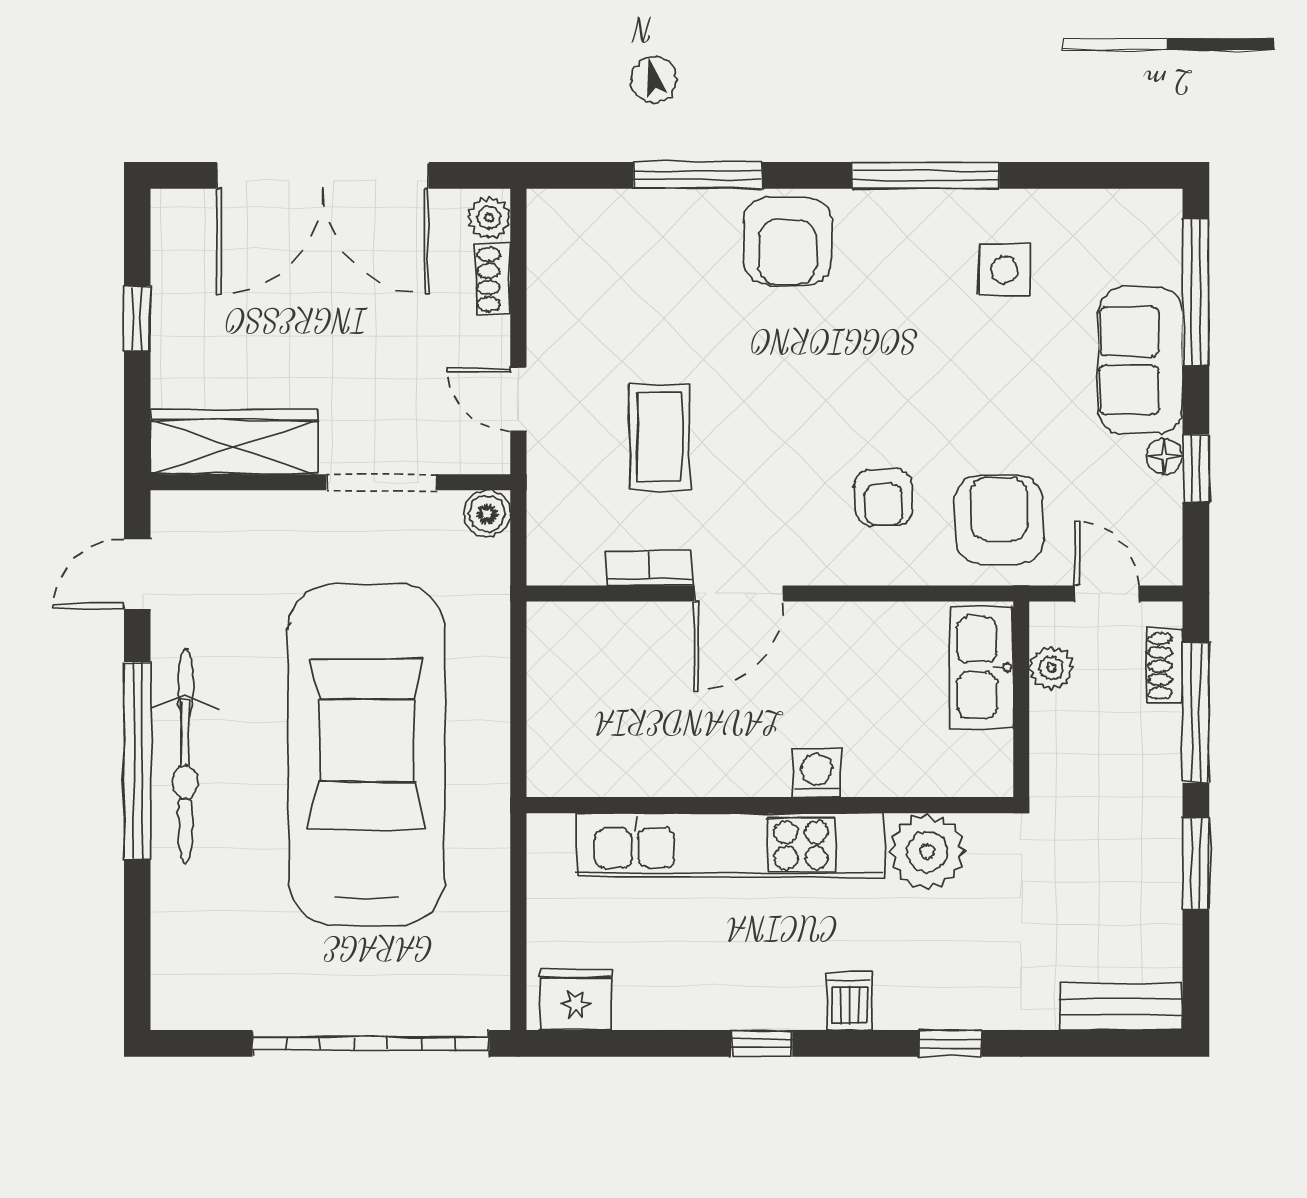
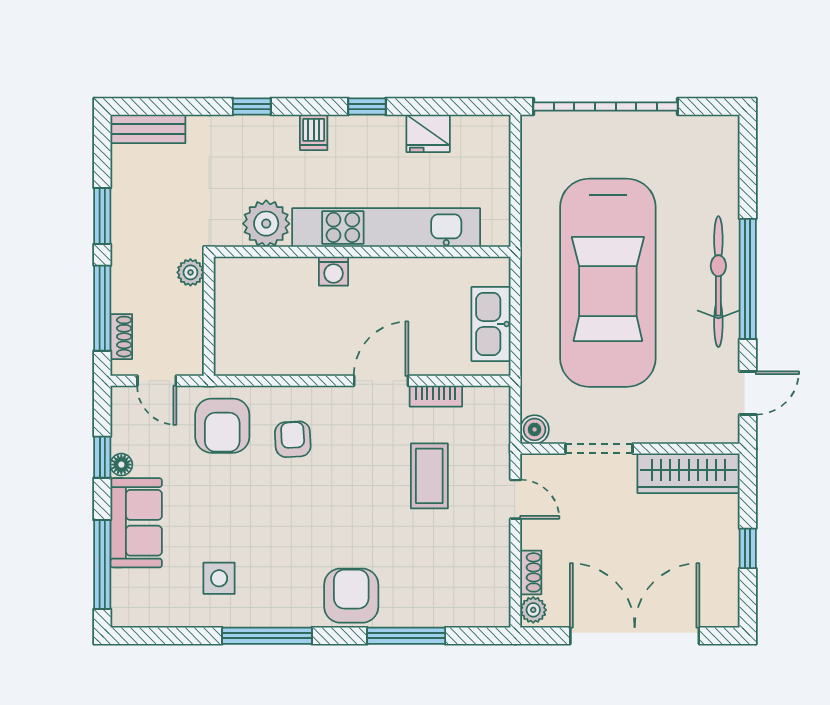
kitchen sink: (981, 667) -> (491, 324), moved, turned 180
plant: (1051, 668) -> (190, 272), moved
fridge: (576, 999) -> (428, 133), moved

